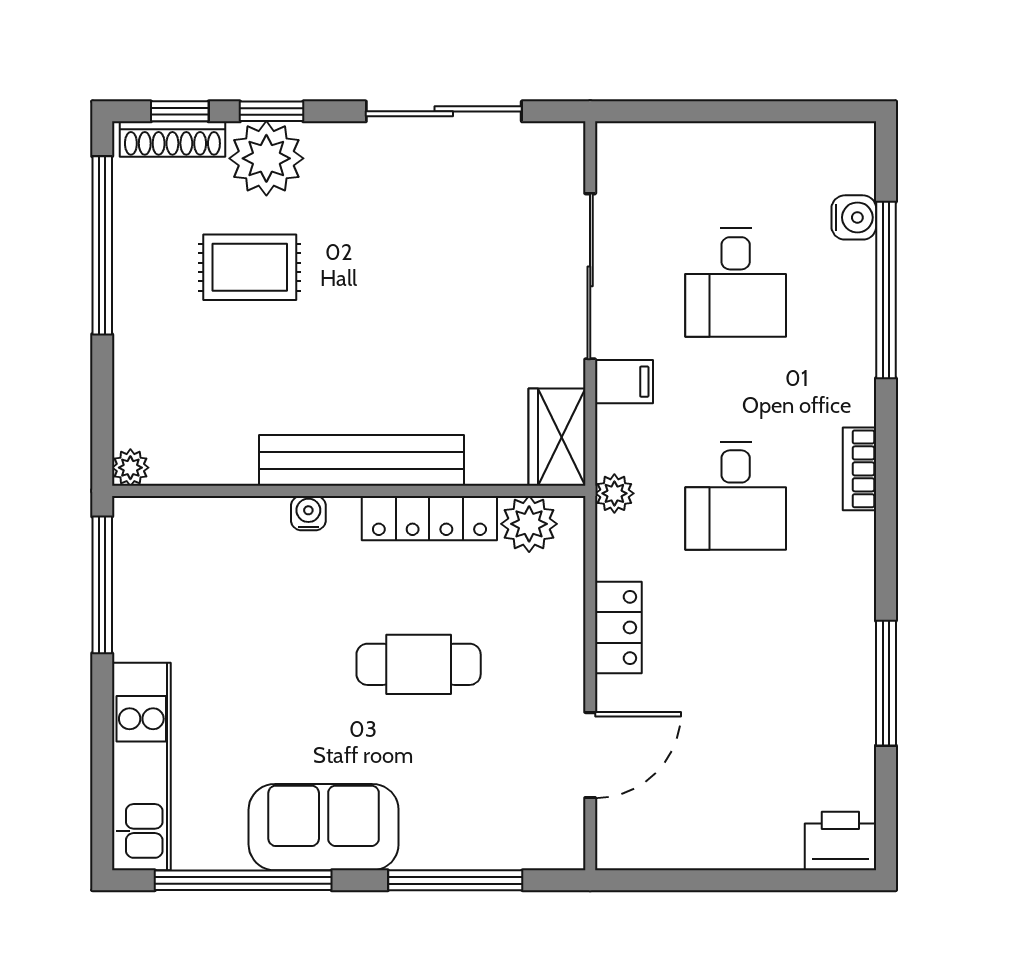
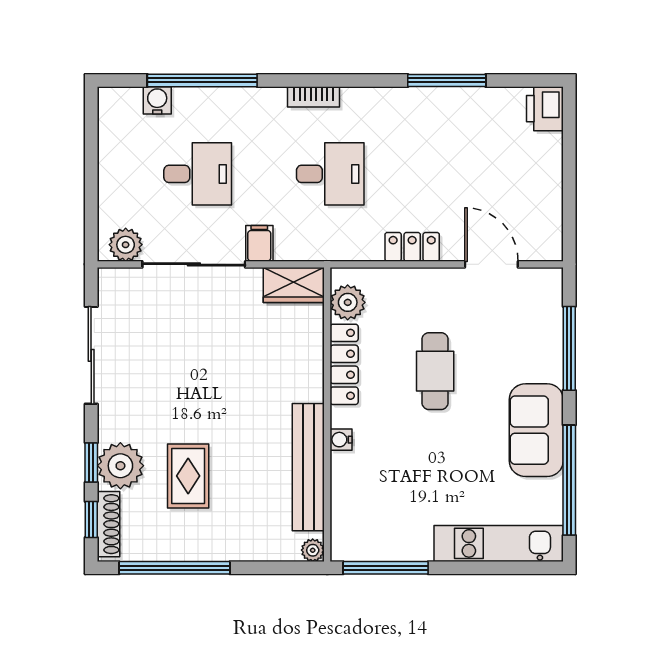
bench: (362, 460) -> (308, 467), moved
plant: (614, 493) -> (126, 245), moved, width x1.38, depth x1.38

